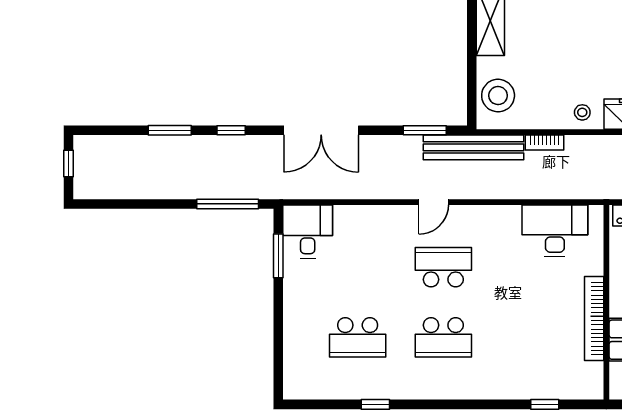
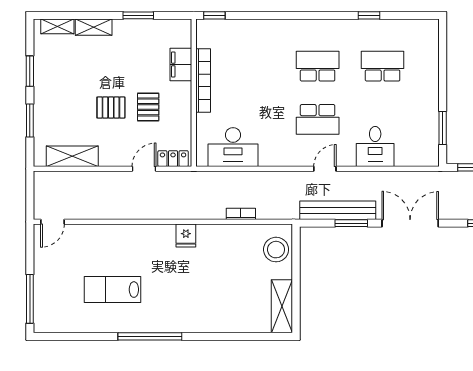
stool: (582, 112) -> (212, 237), removed
window: (425, 130) -> (351, 223), moved
bench: (474, 147) -> (338, 210), moved
desk: (308, 231) -> (375, 146), moved
window: (545, 404) -> (214, 15), moved

